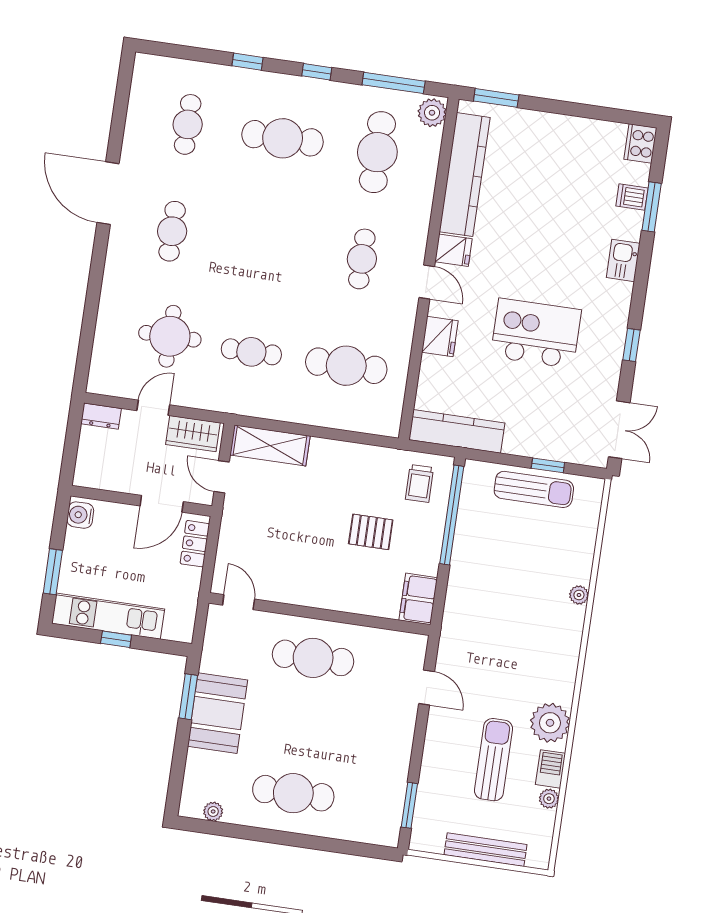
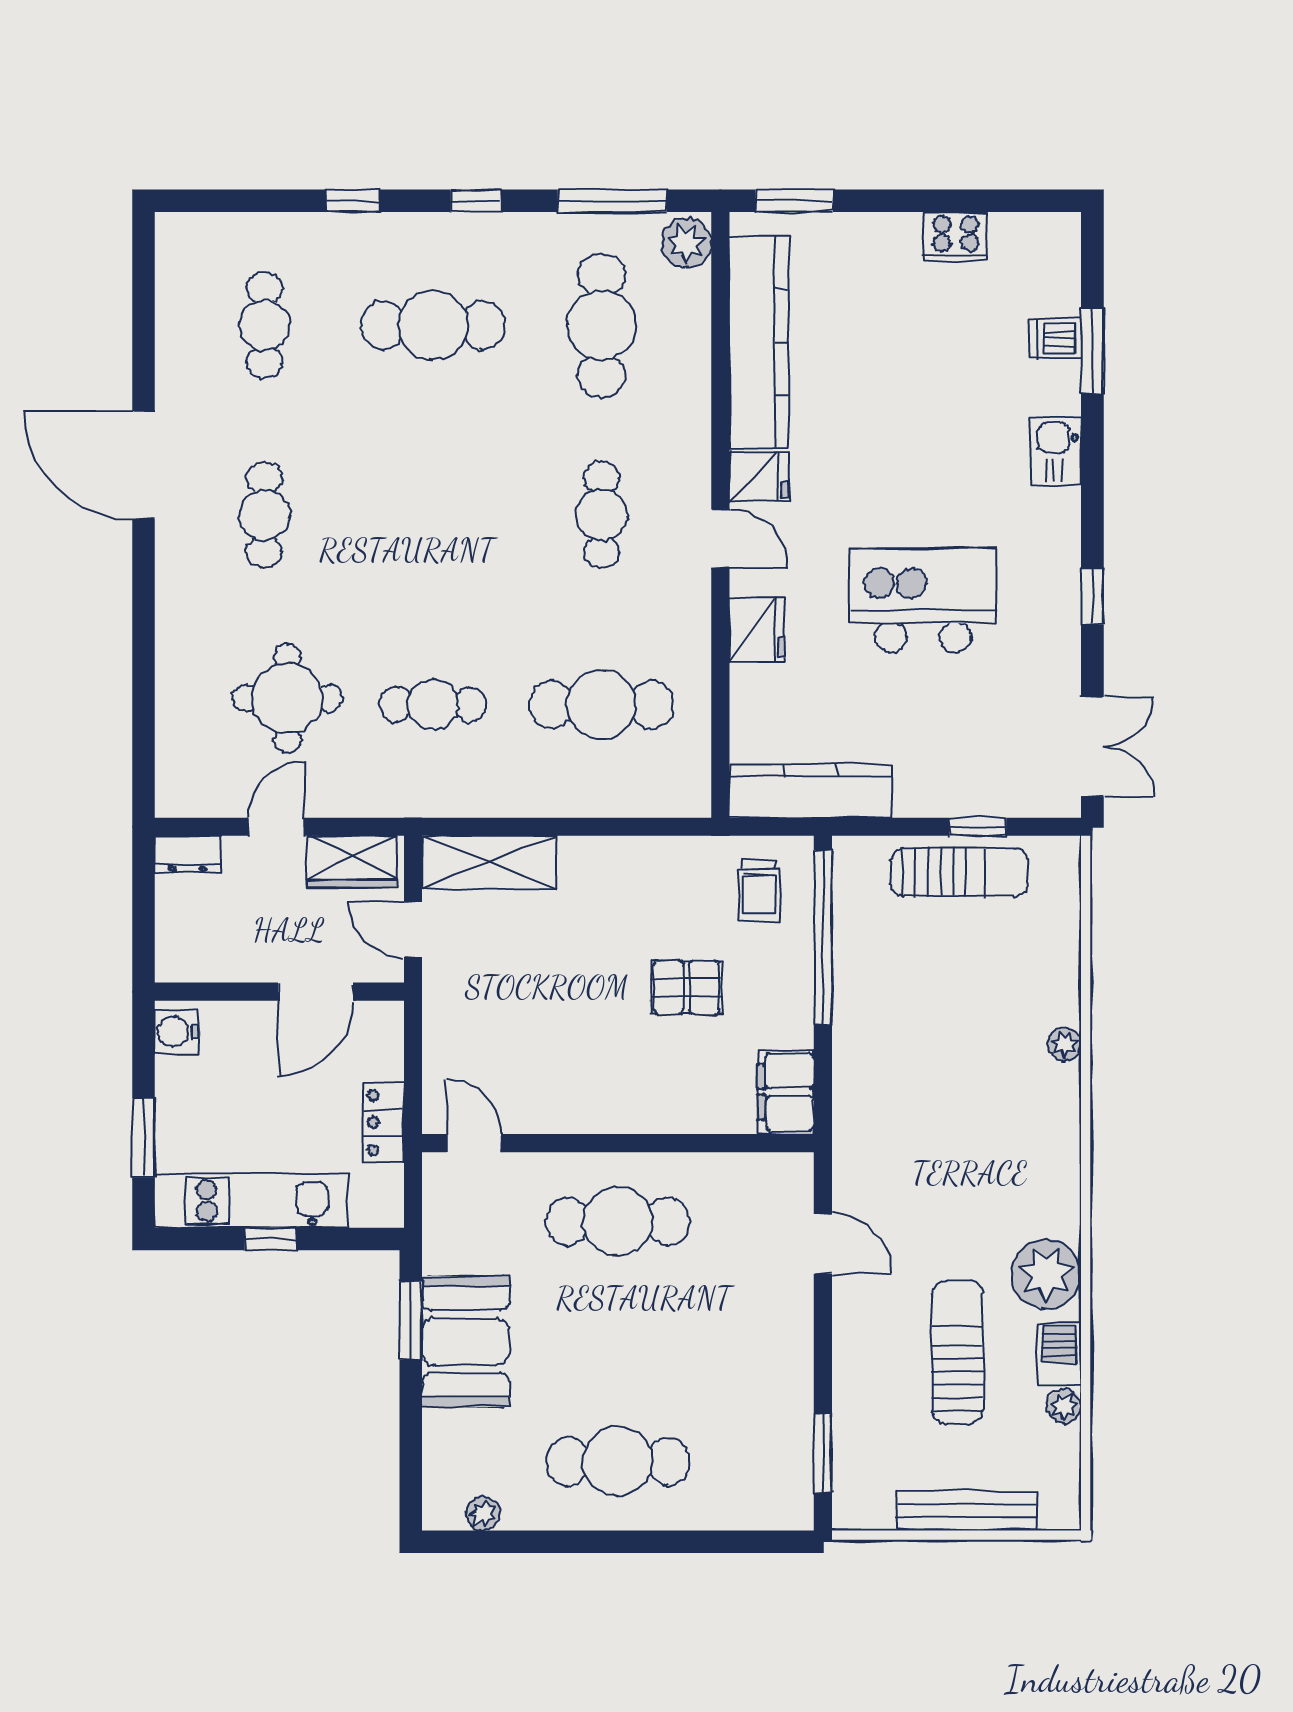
cooker: (640, 144) -> (956, 237), moved, turned -90
locker: (195, 544) -> (383, 1123), moved

